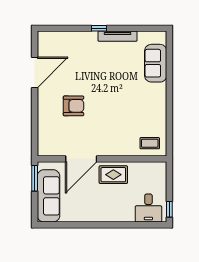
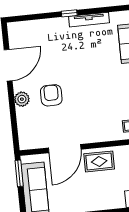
armchair: (73, 106) -> (51, 95), turned -90
plant: (45, 107) -> (22, 99), added

